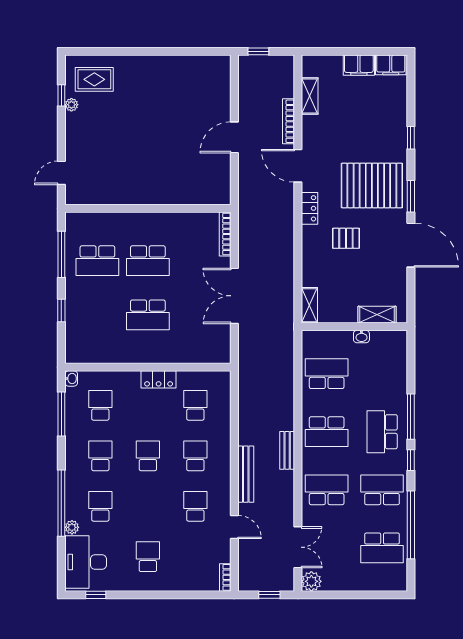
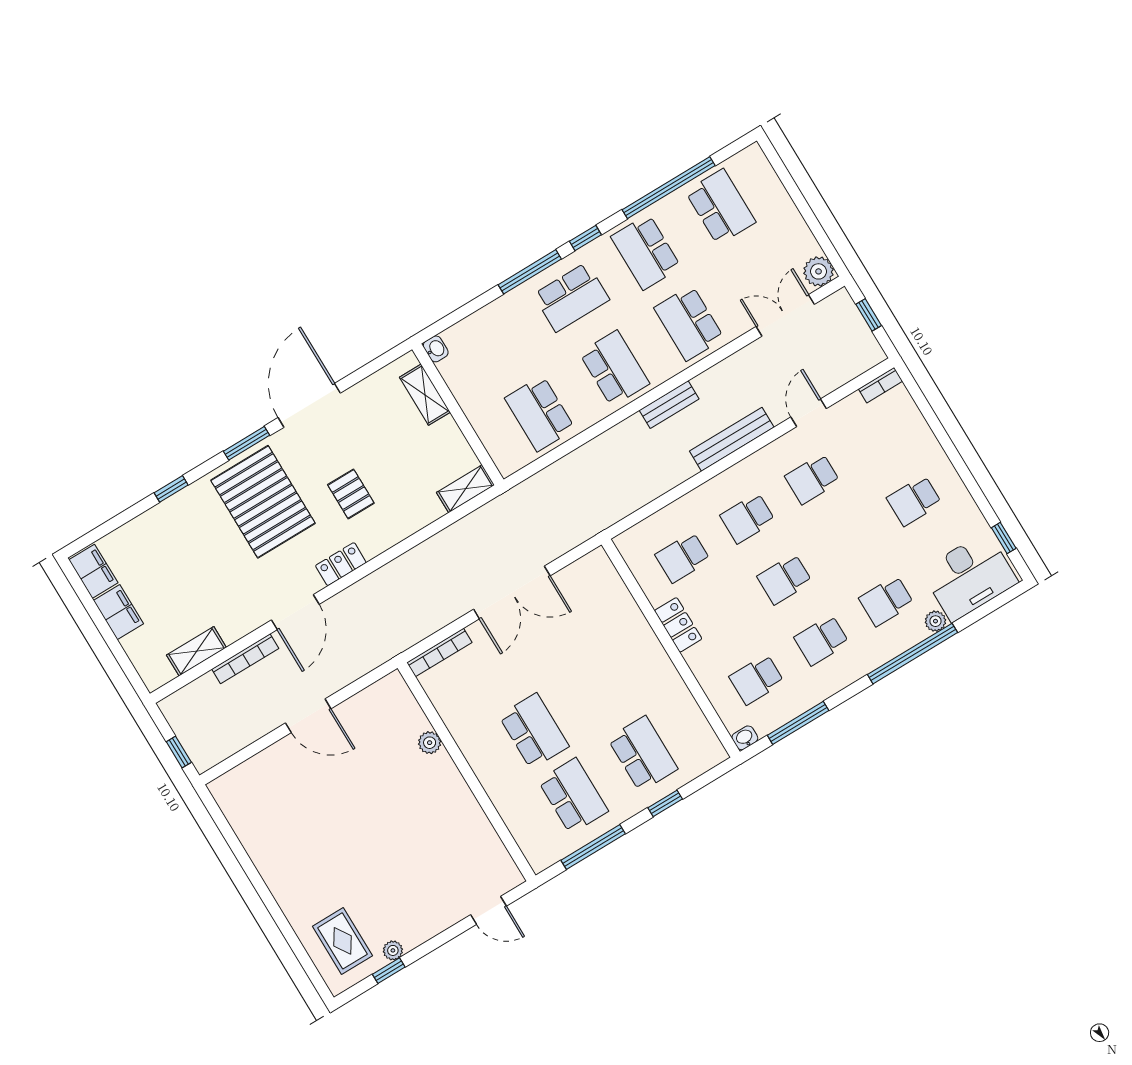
plant: (177, 197) -> (430, 743), added
school desk: (148, 315) -> (643, 754), moved
washbasin: (361, 337) -> (436, 349), moved

